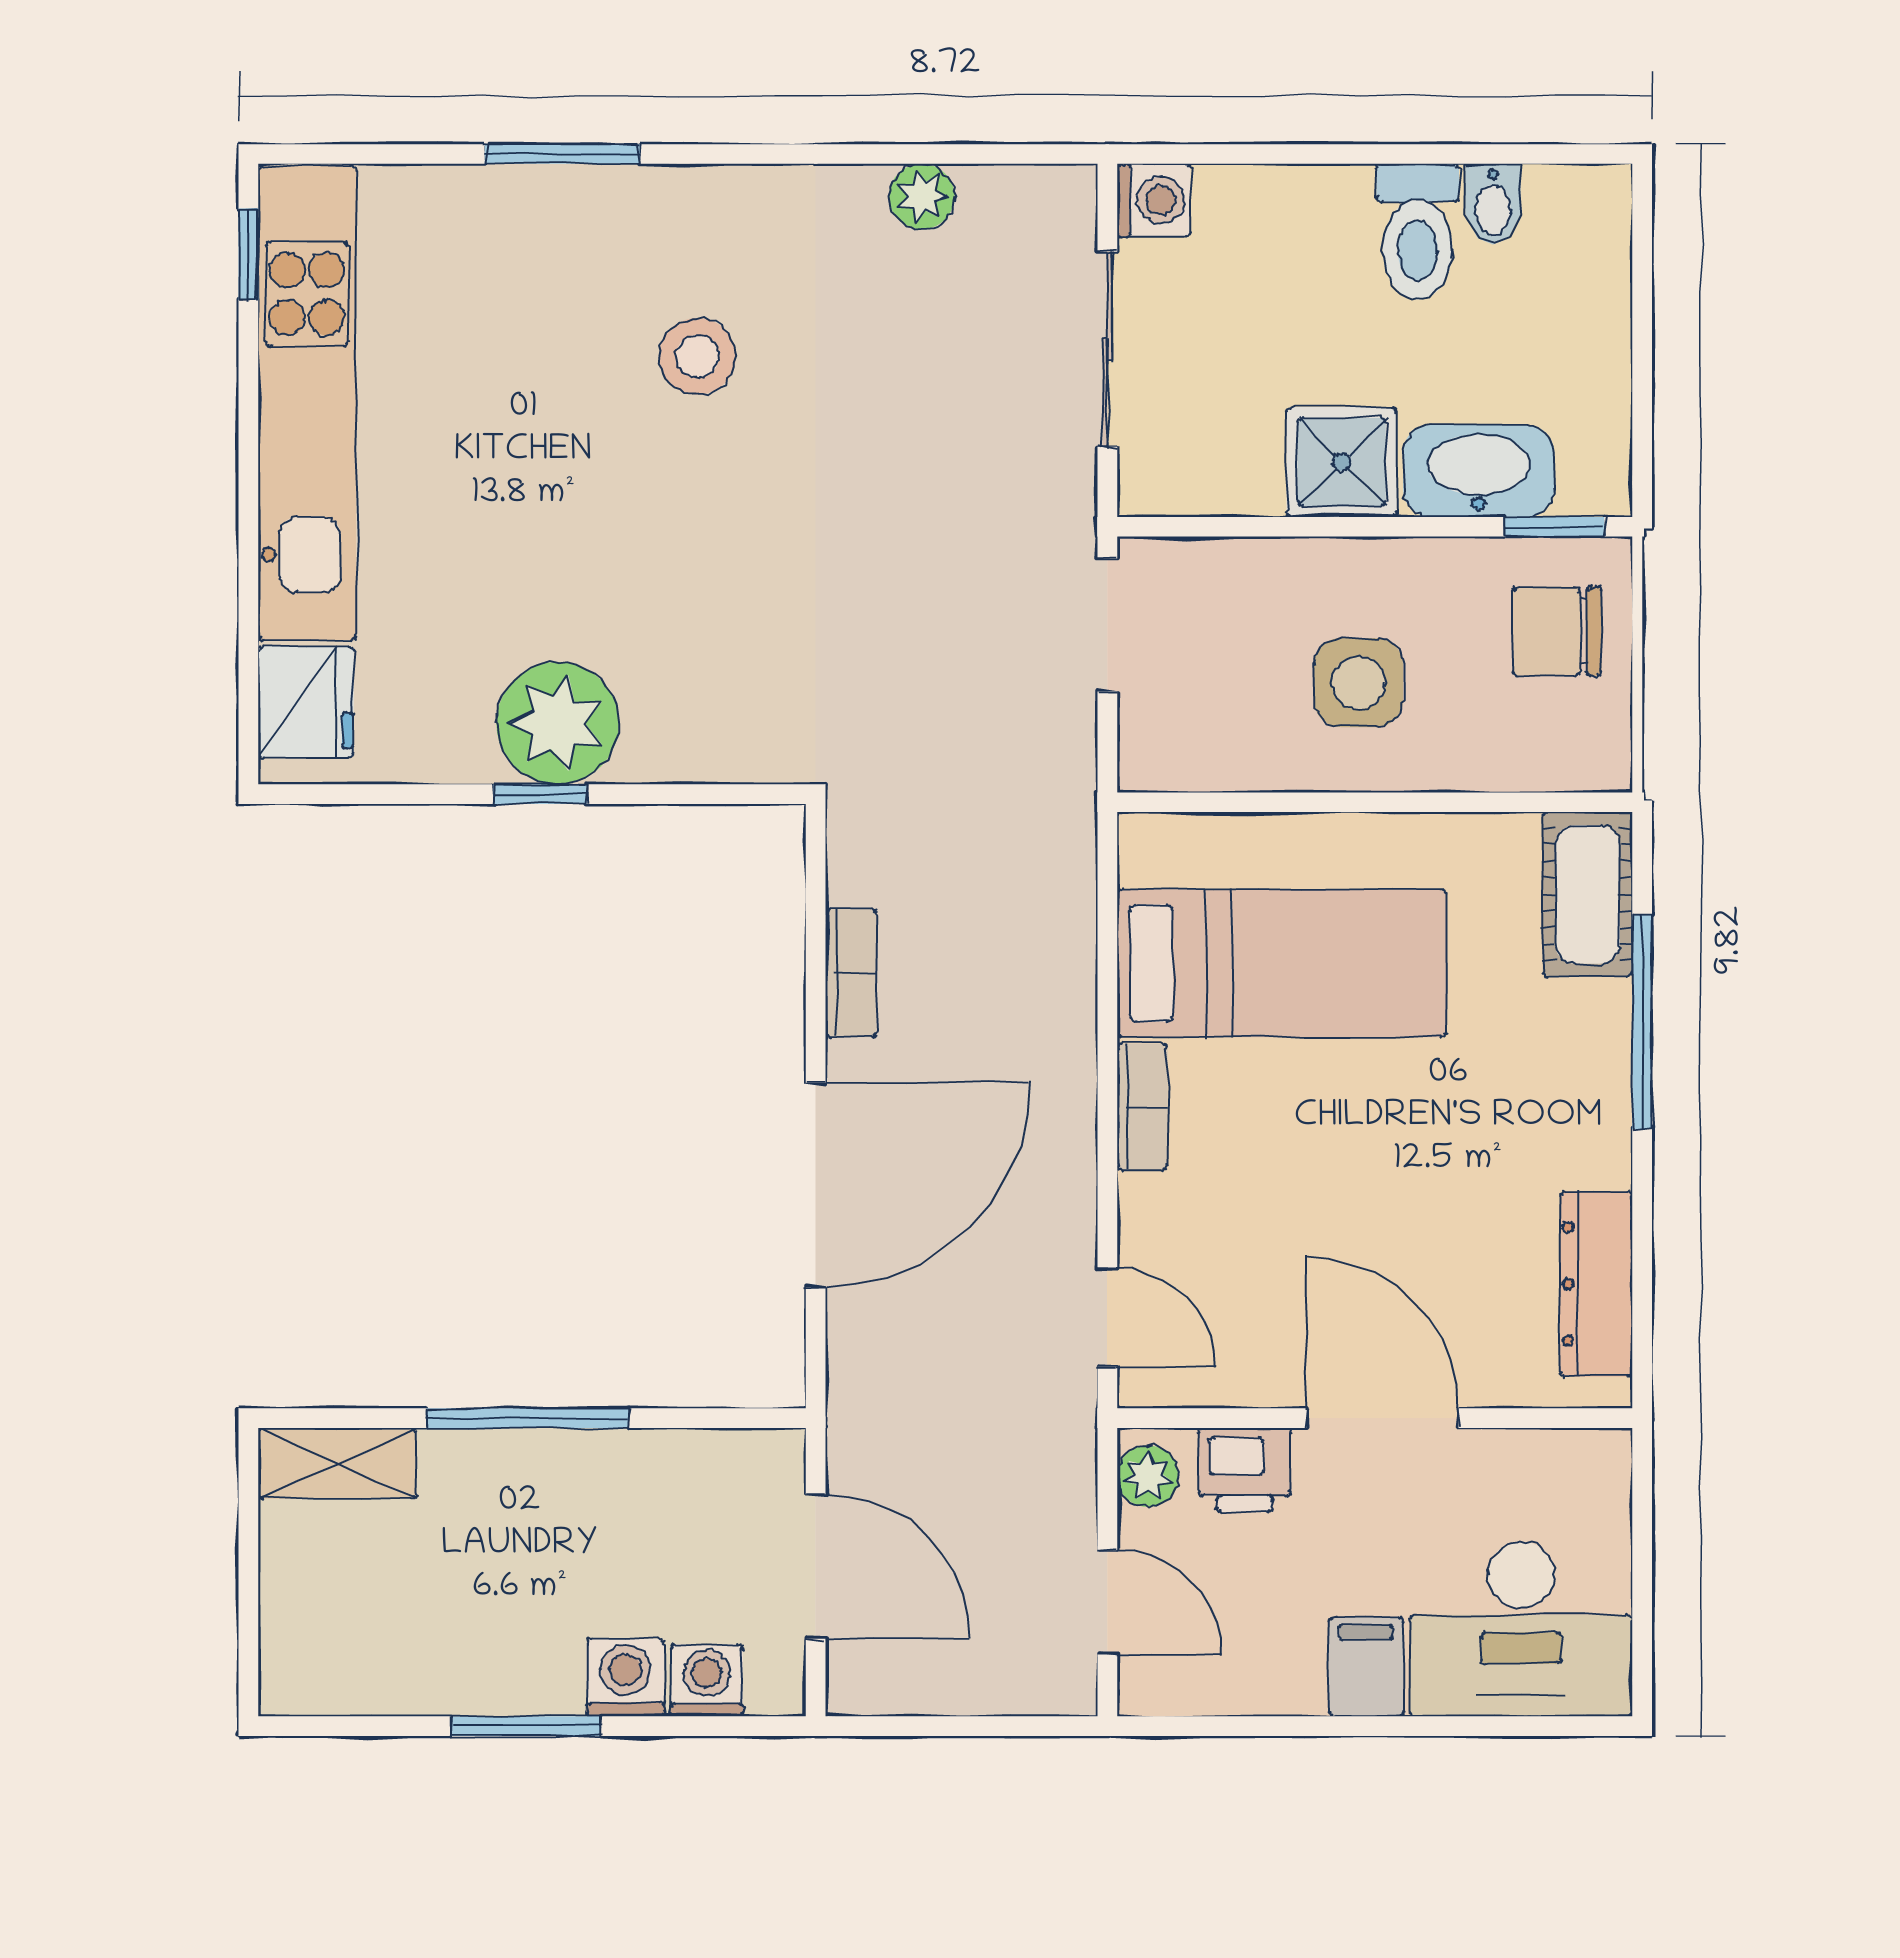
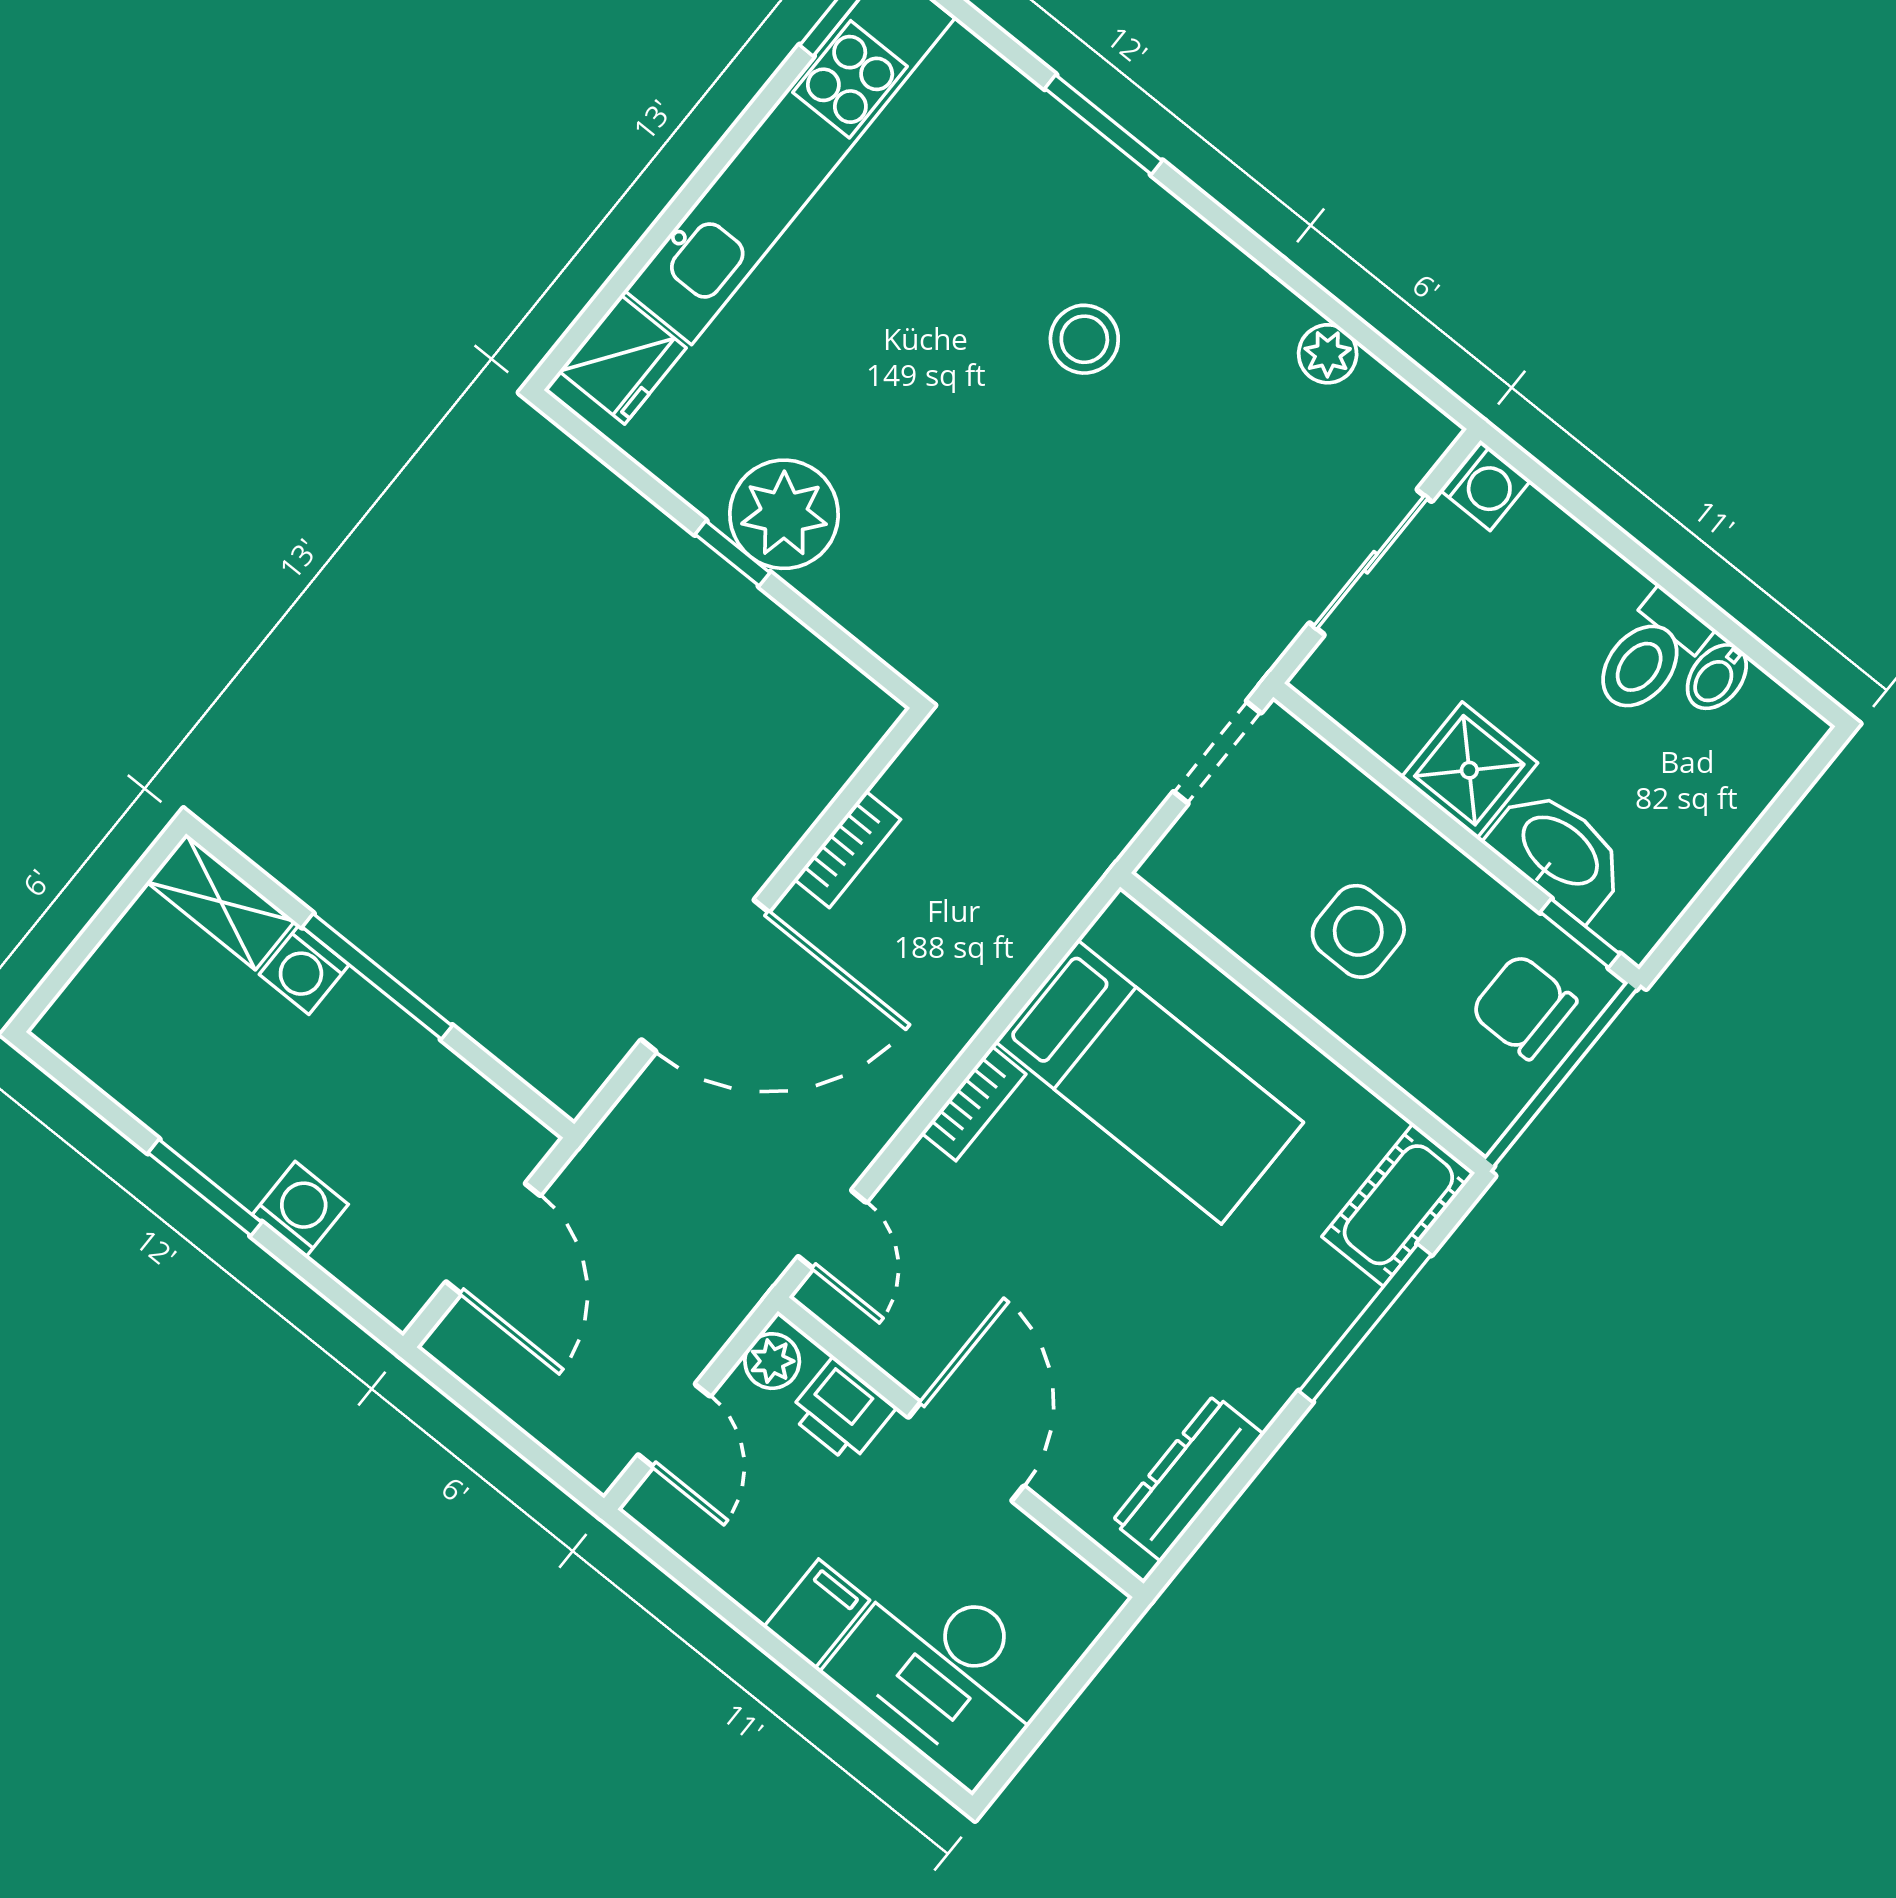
washing machine: (707, 1680) -> (304, 970), moved, turned 180

